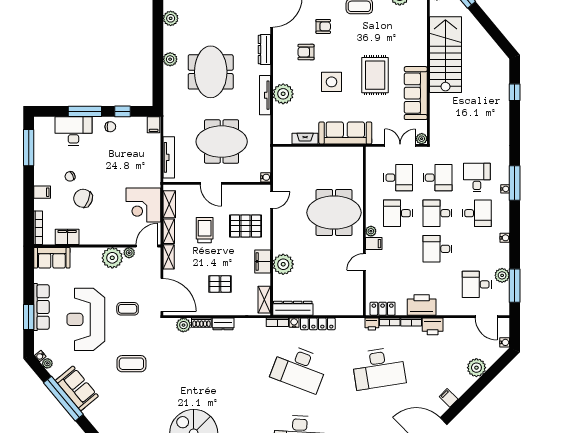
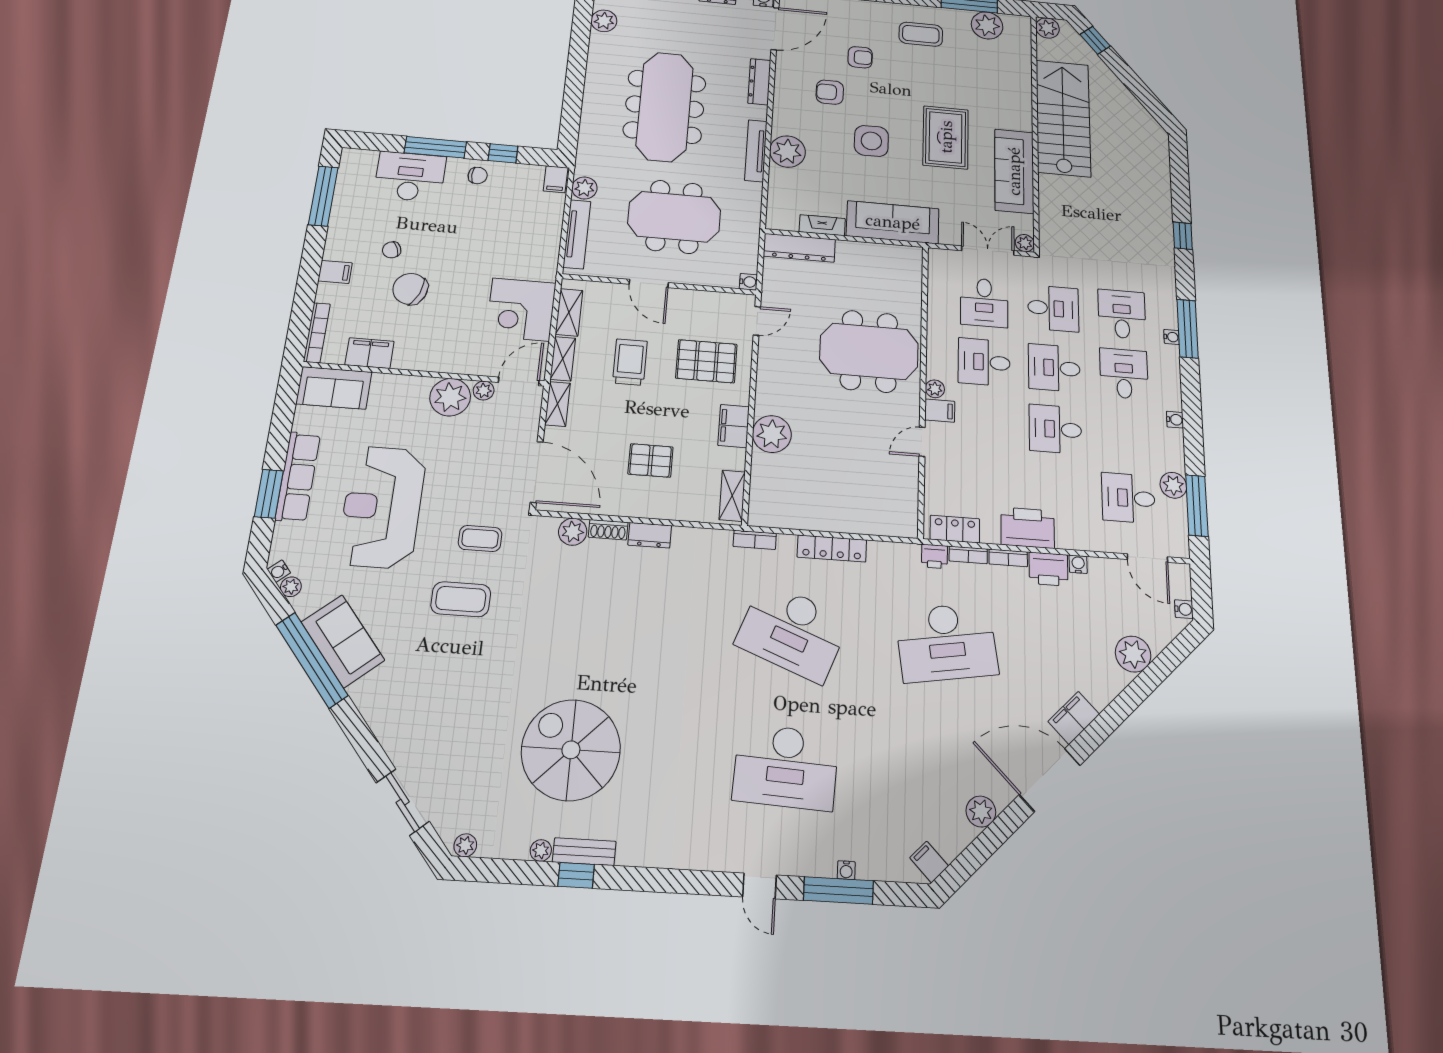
plant: (170, 59) -> (584, 188), moved
meeting table: (211, 72) -> (665, 107), width x1.36
window: (515, 92) -> (1183, 236), moved
desk: (398, 178) -> (984, 303), turned 90
desk: (477, 213) -> (1124, 374), turned -90
dresser: (293, 308) -> (799, 248), moved, turned 180
coffee table: (128, 309) -> (480, 538), moved
water cooler: (294, 323) -> (1078, 564), moved
filing cabinet: (449, 398) -> (1074, 718), width x2.00

